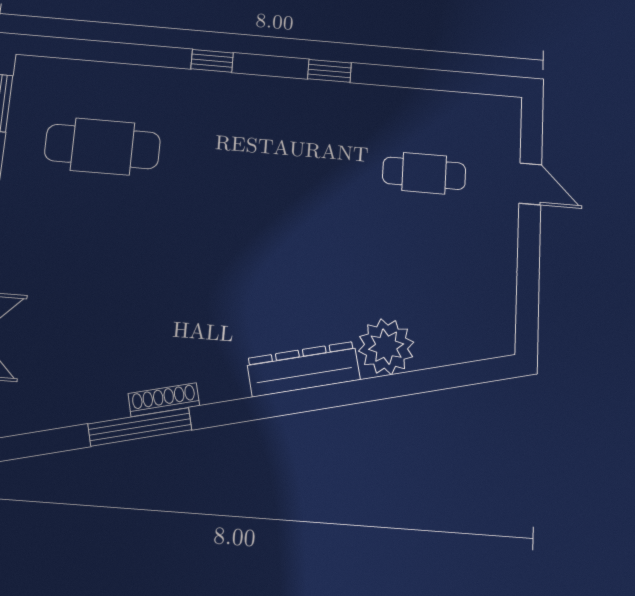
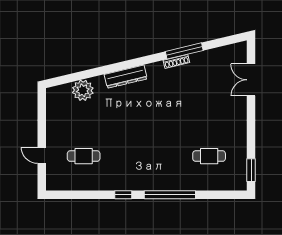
window: (212, 61) -> (170, 195), width x3.17
cafe table: (103, 147) -> (209, 156), width x0.73, depth x0.74
plant: (386, 347) -> (83, 90), moved

